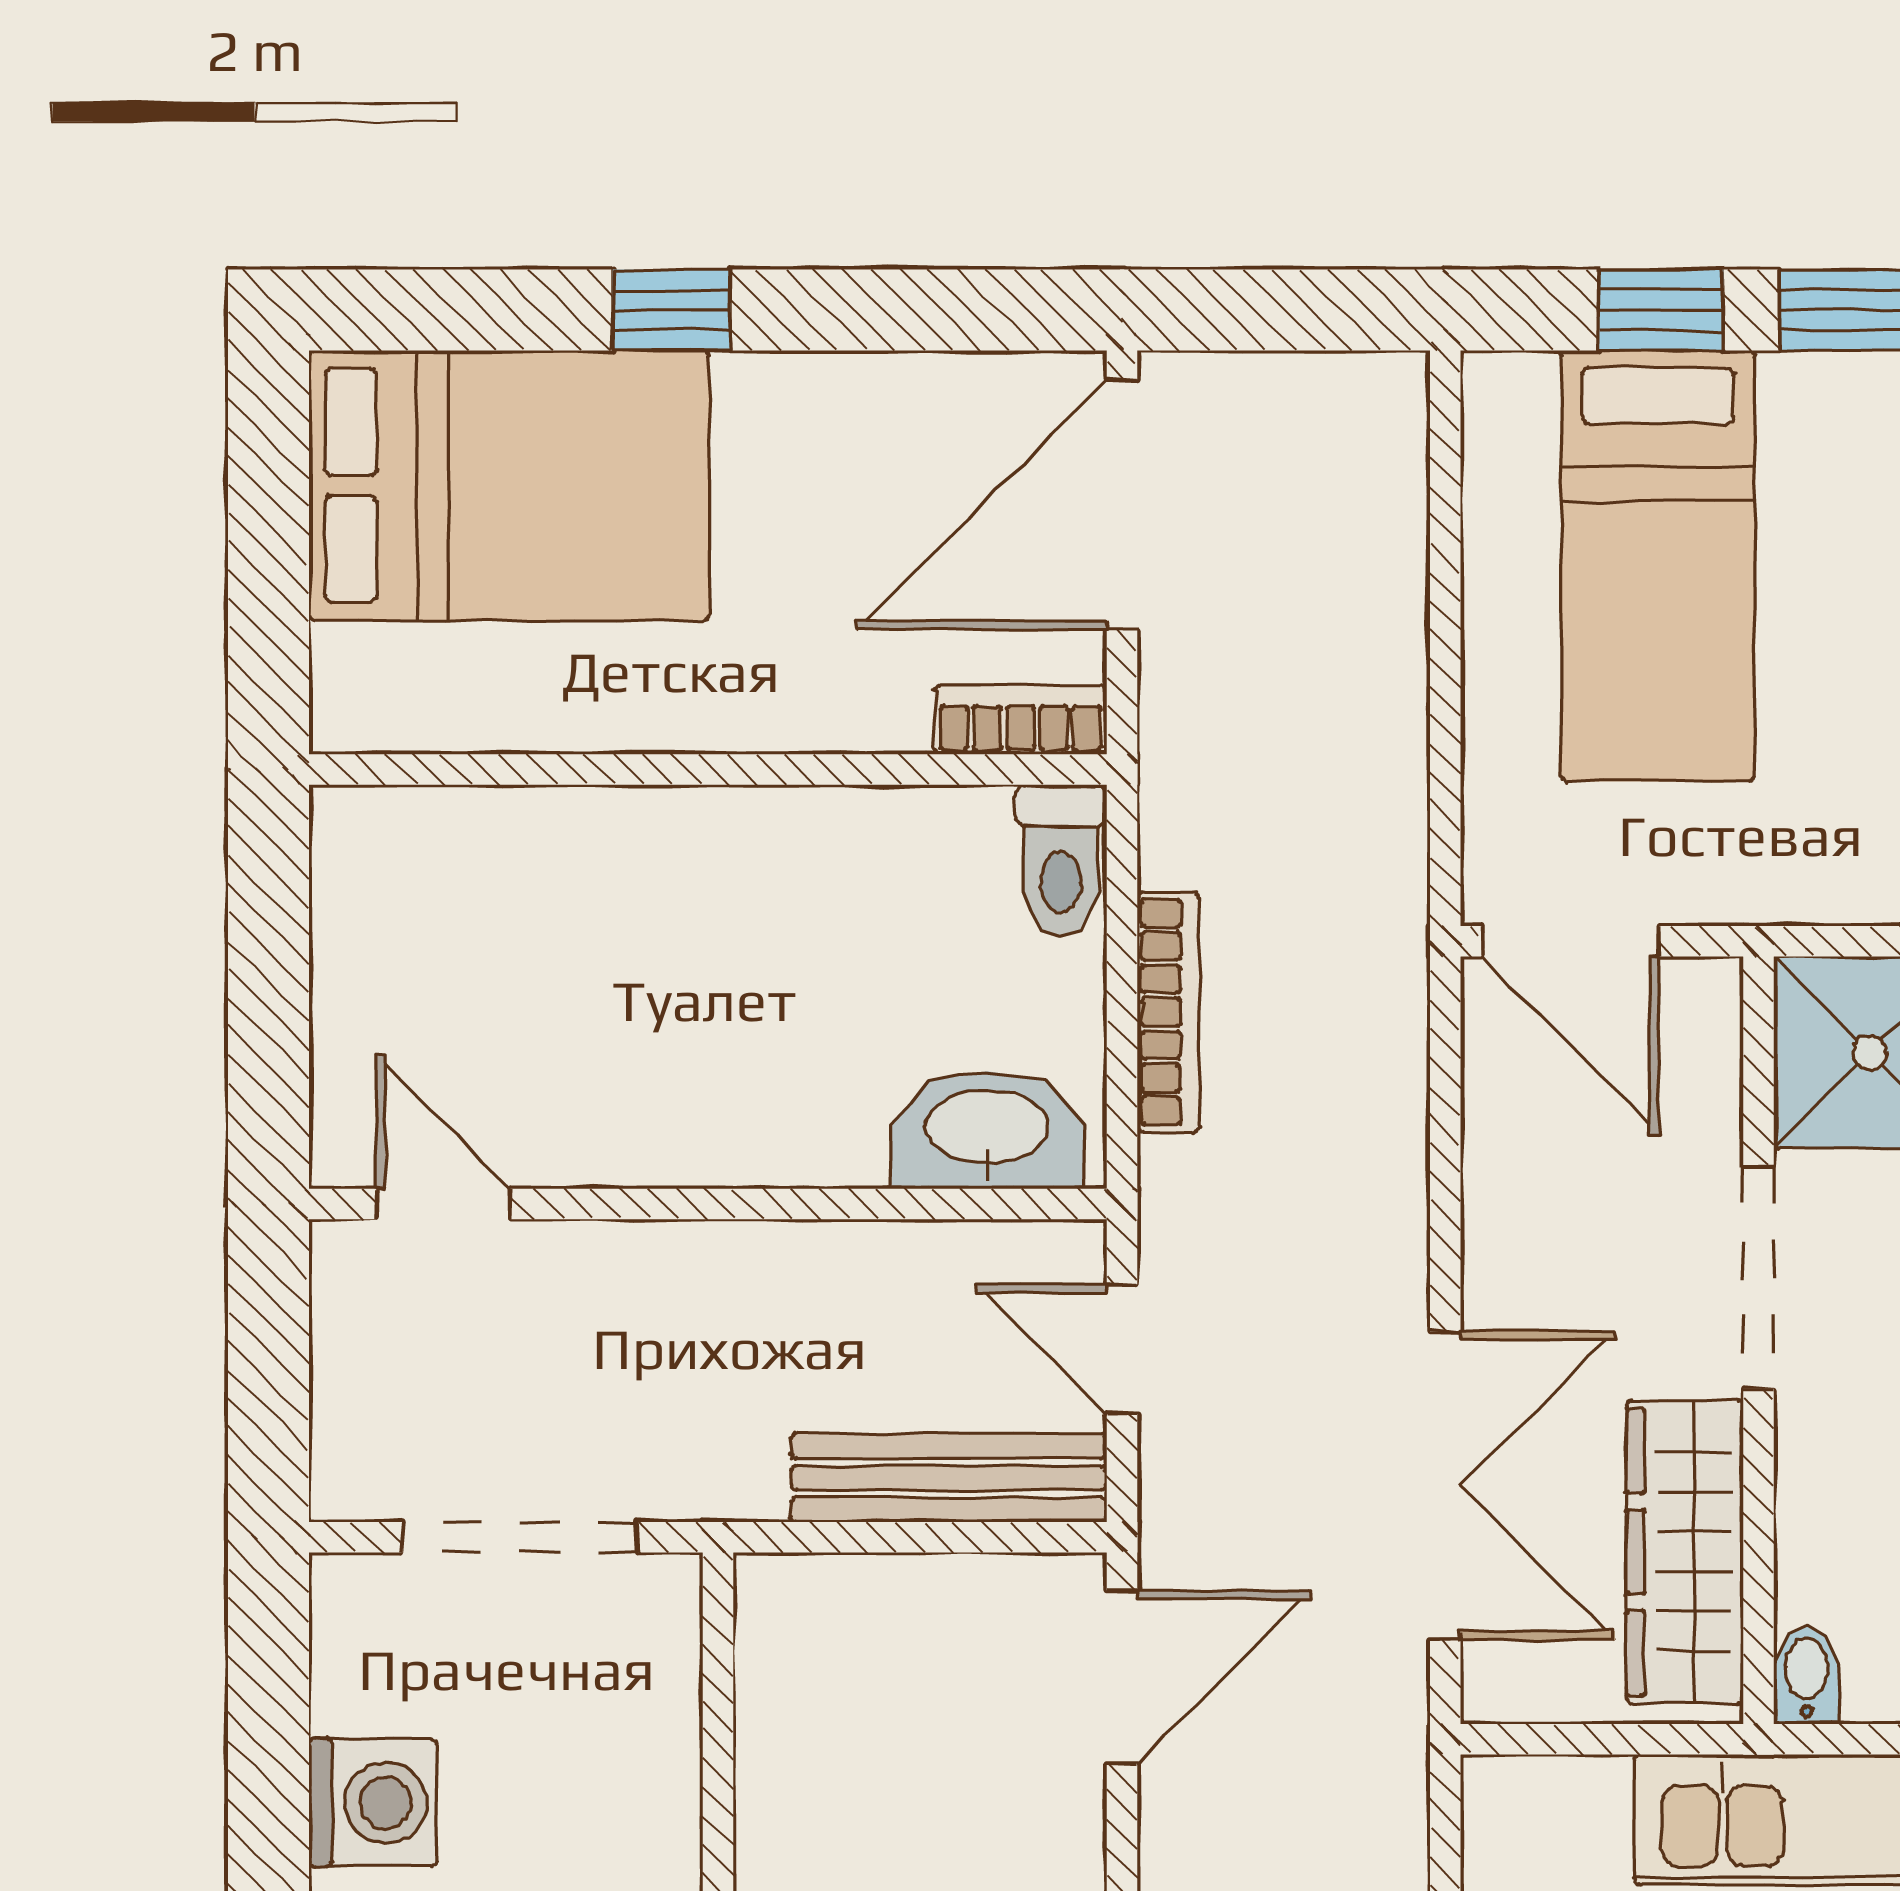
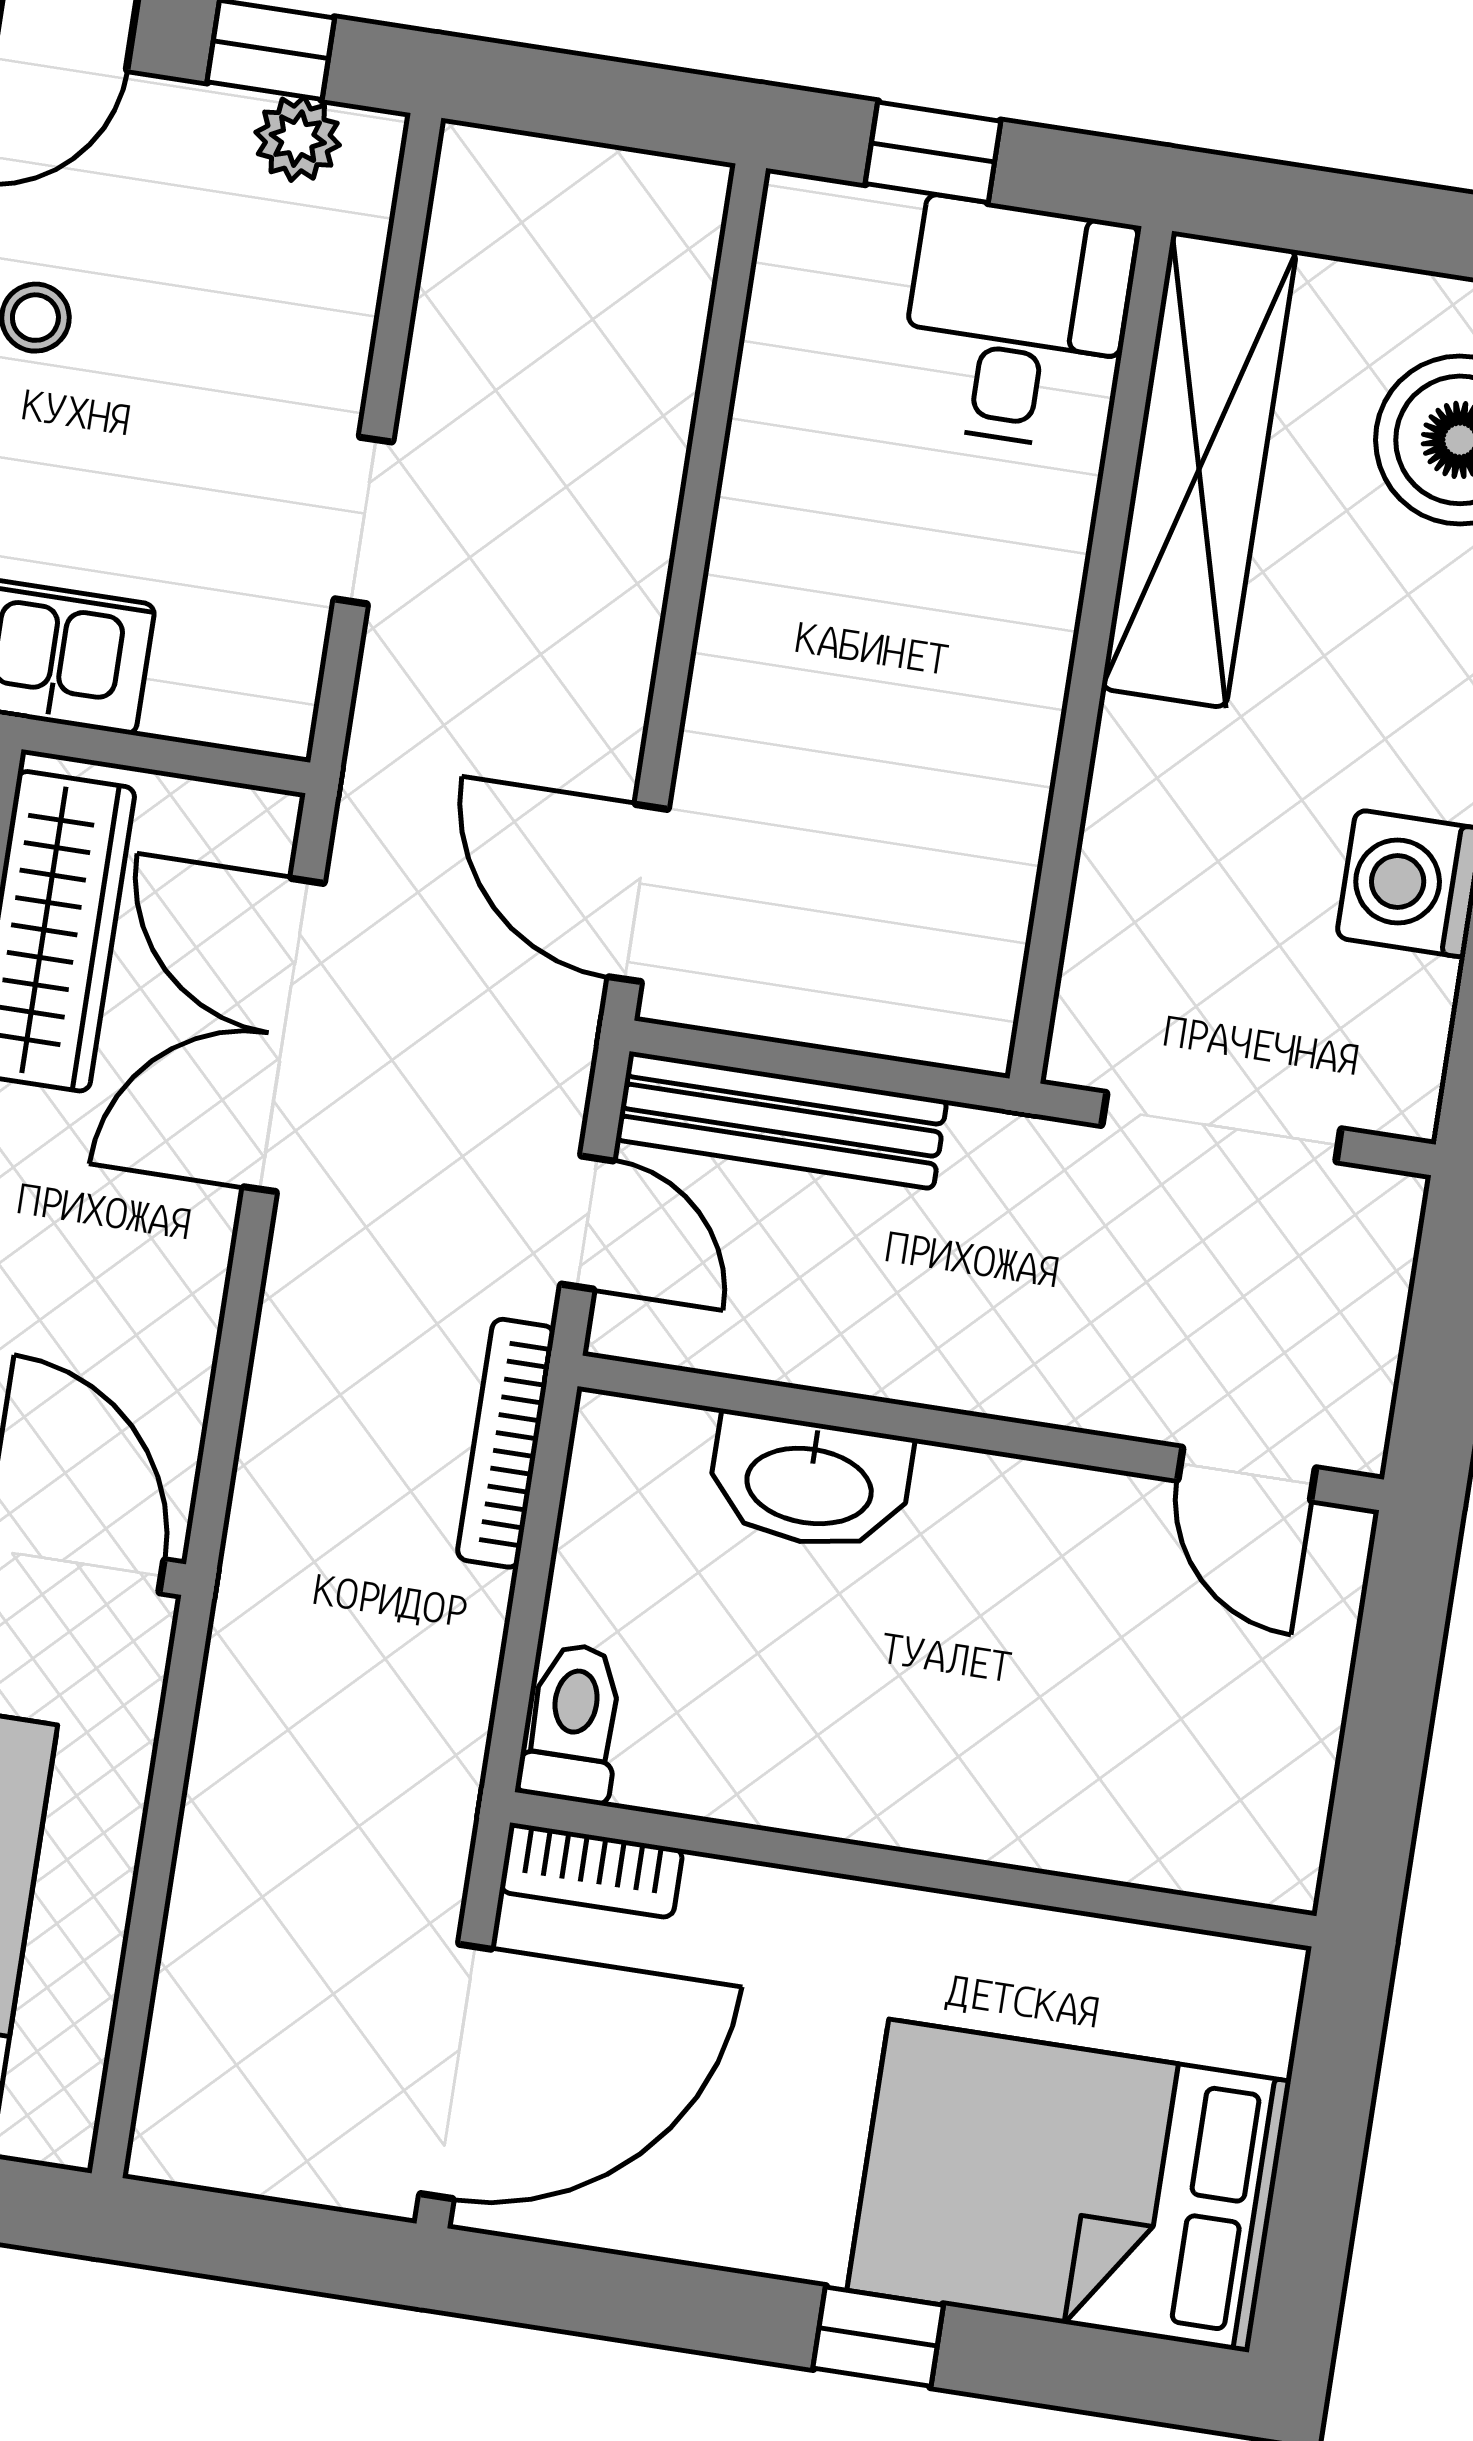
bookcase: (1168, 1012) -> (506, 1443), moved
washbasin: (987, 1130) -> (810, 1482), moved
door: (1122, 1677) -> (638, 893), hinge flipped

